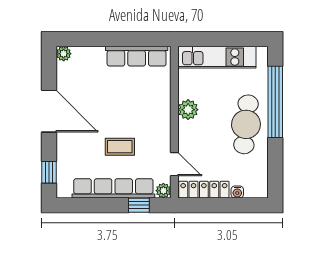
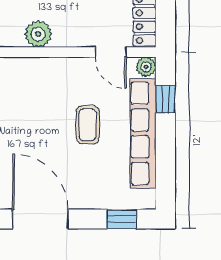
door: (49, 111) -> (40, 219), hinge flipped
door: (174, 164) -> (111, 52), swing flipped

